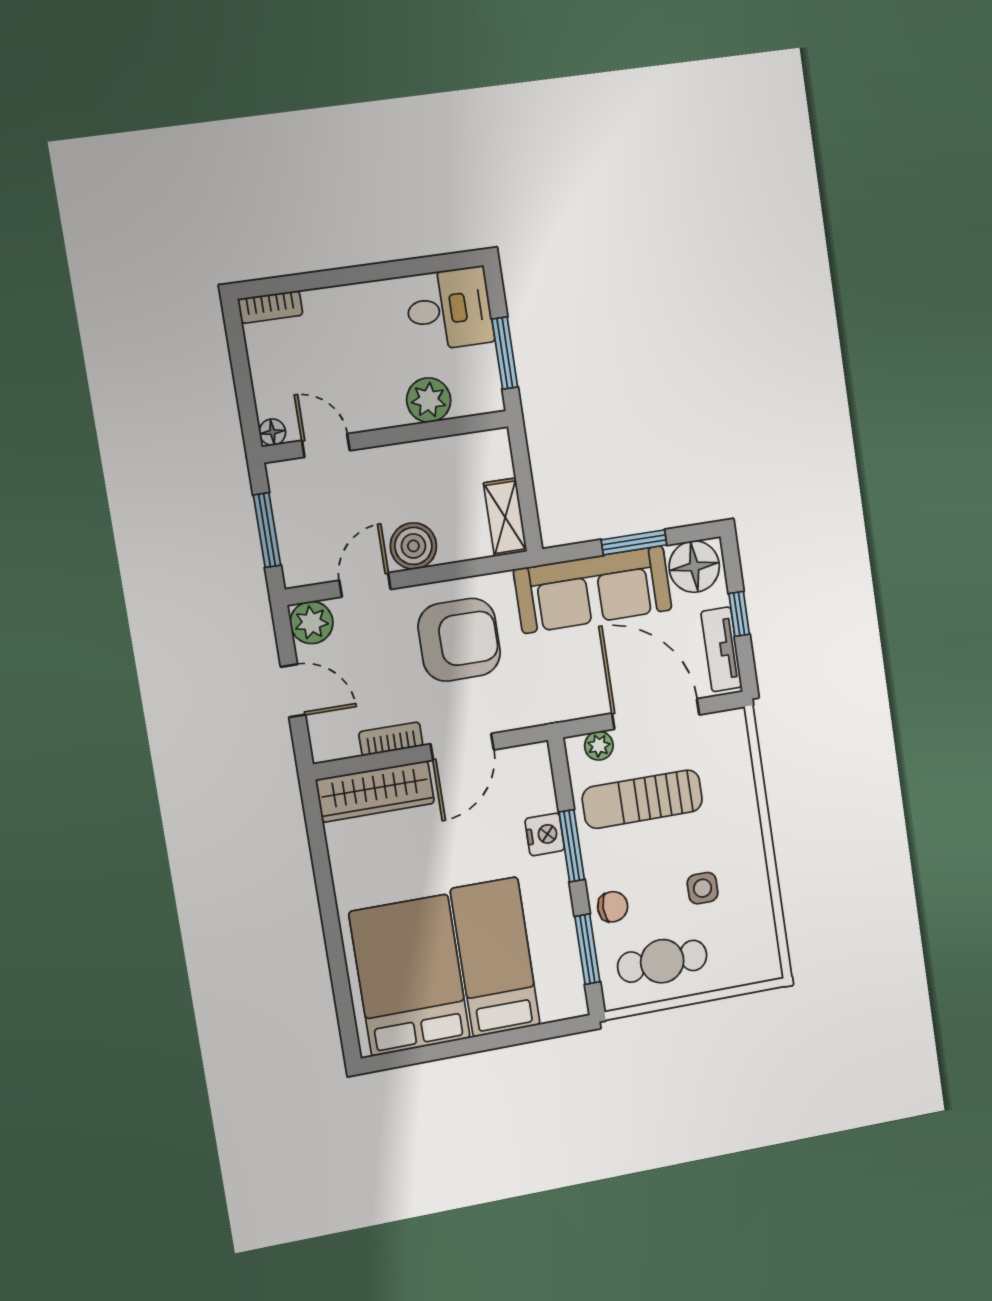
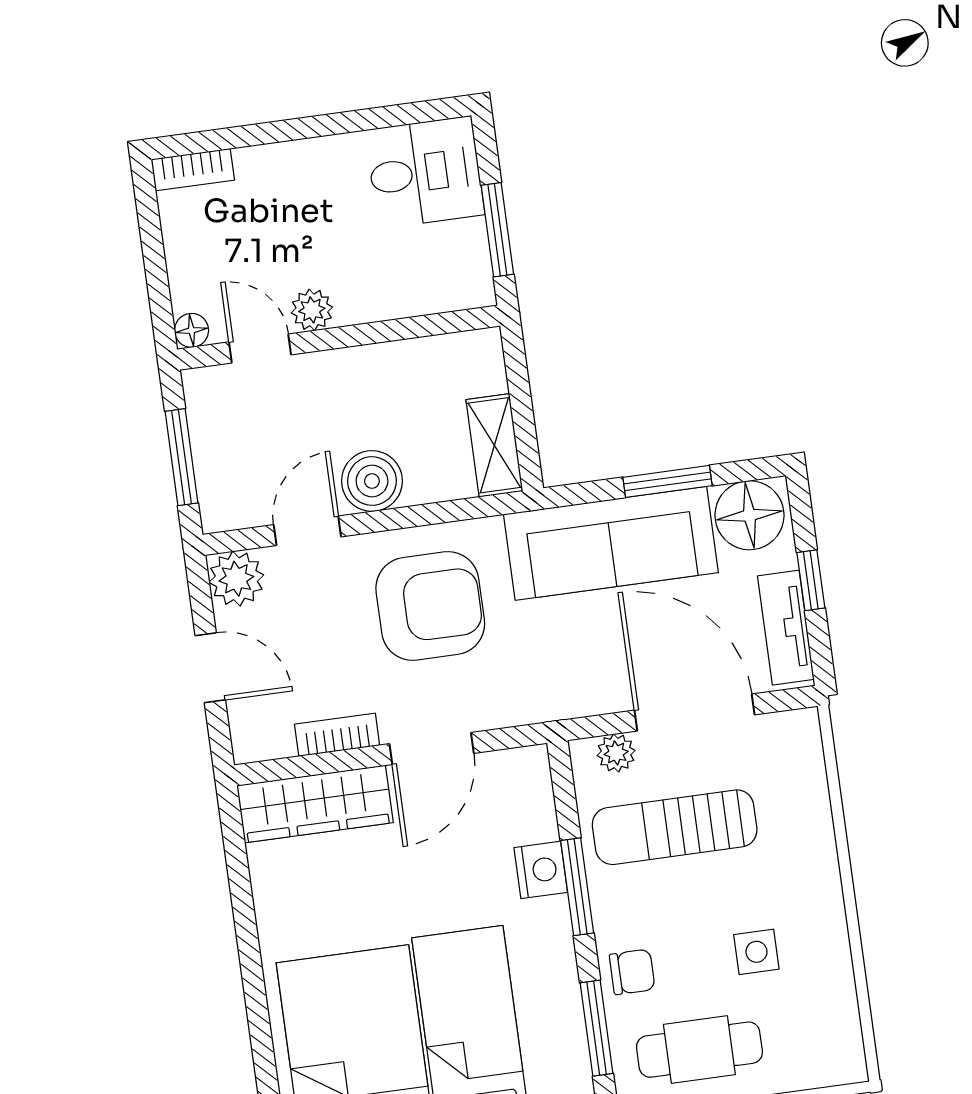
plant: (429, 400) -> (312, 310), moved, width x0.73, depth x0.73

